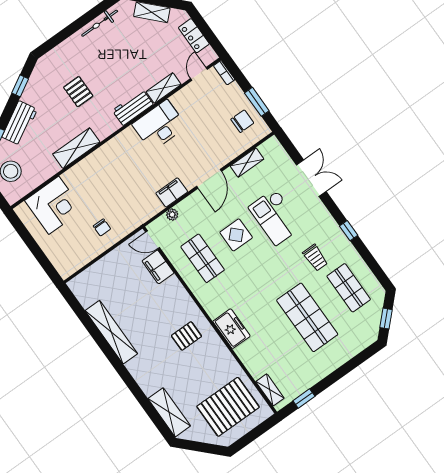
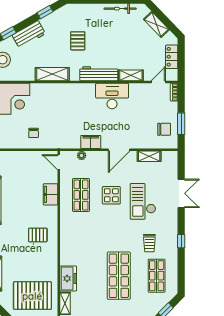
workbench: (133, 107) -> (99, 74), width x1.37
filing cabinet: (158, 267) -> (50, 194), moved
freezer: (232, 329) -> (68, 279), moved

